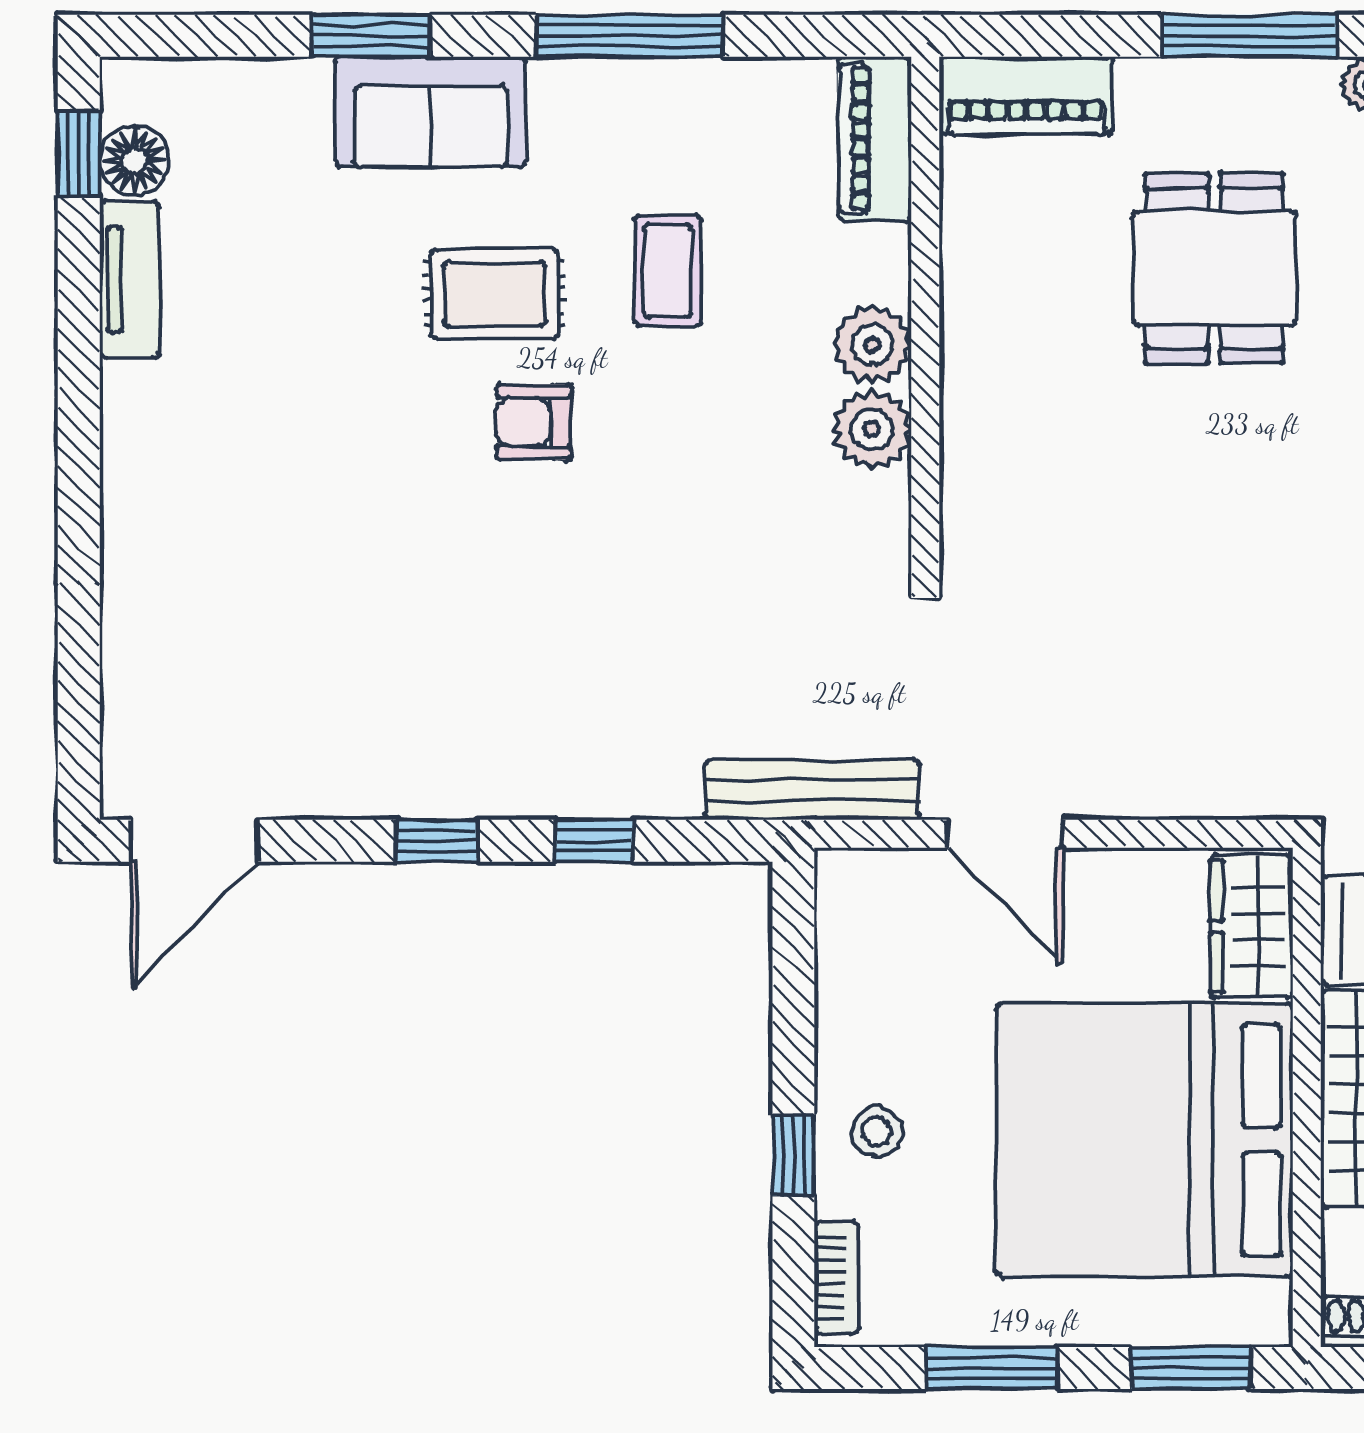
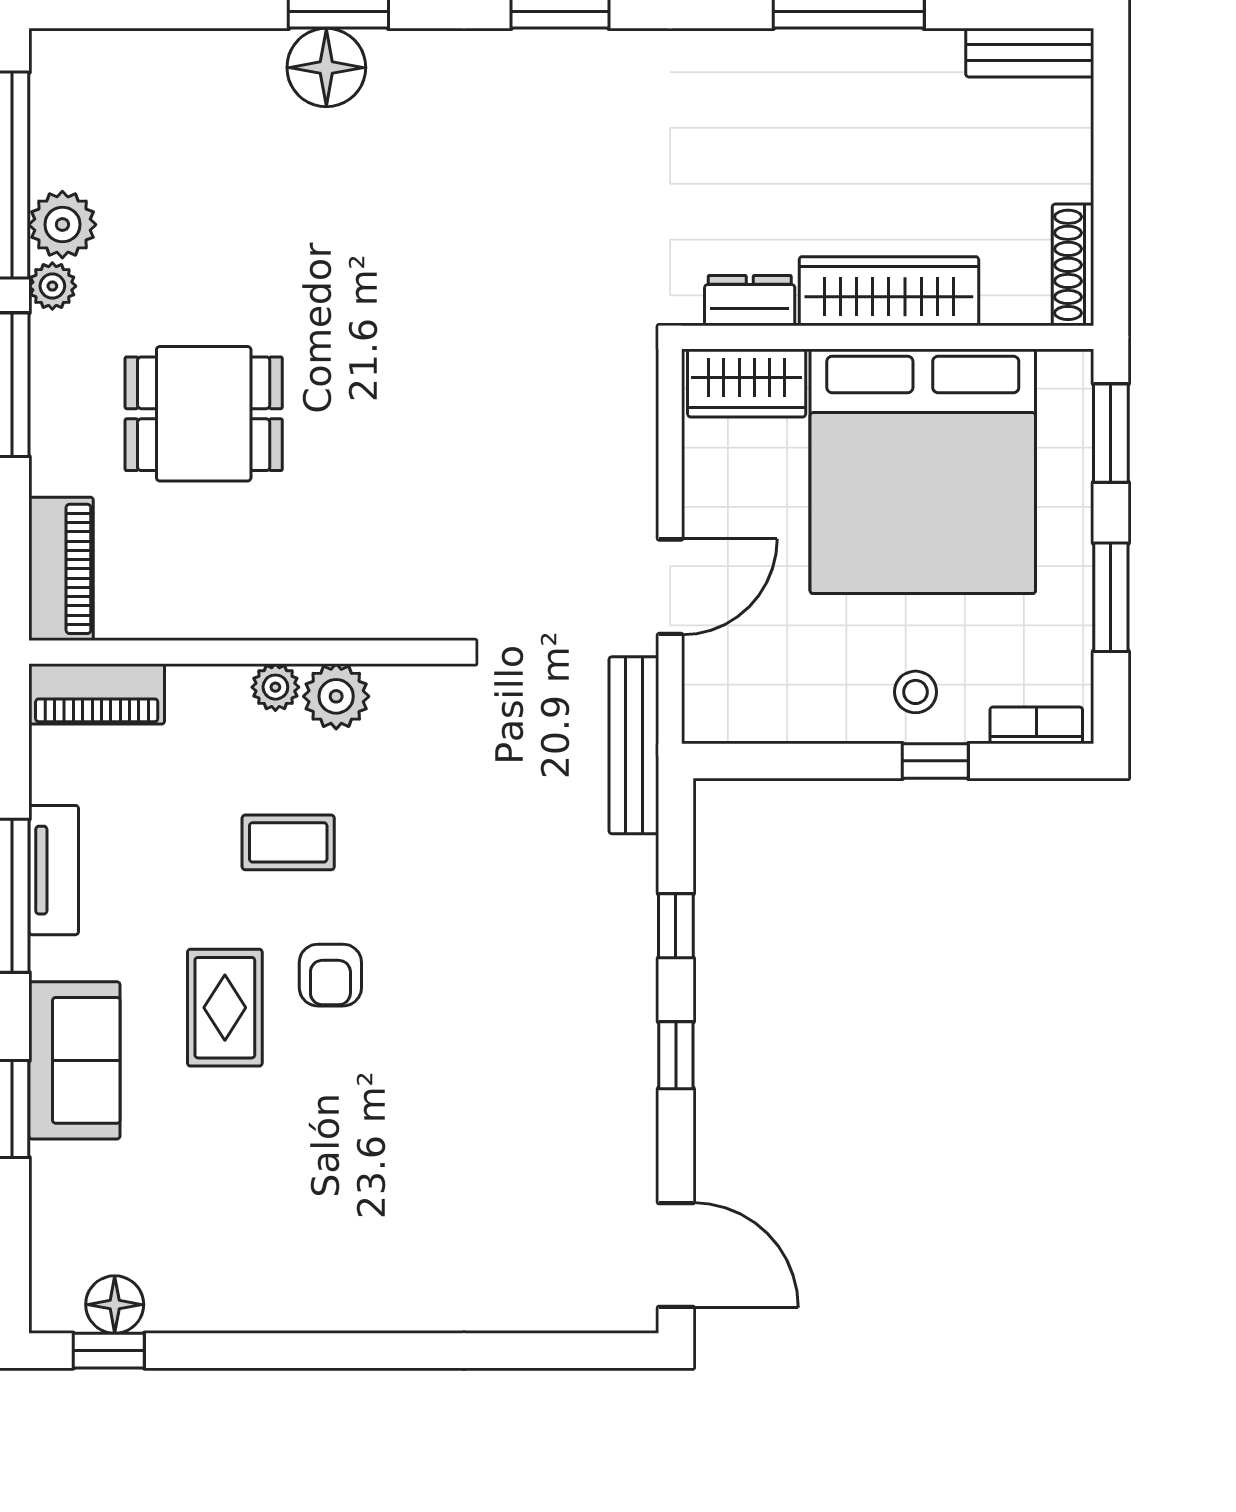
coffee table: (667, 270) -> (288, 842), moved
tv unit: (129, 280) -> (54, 870), moved, turned 90
plant: (872, 345) -> (275, 687), width x0.73, depth x0.73

